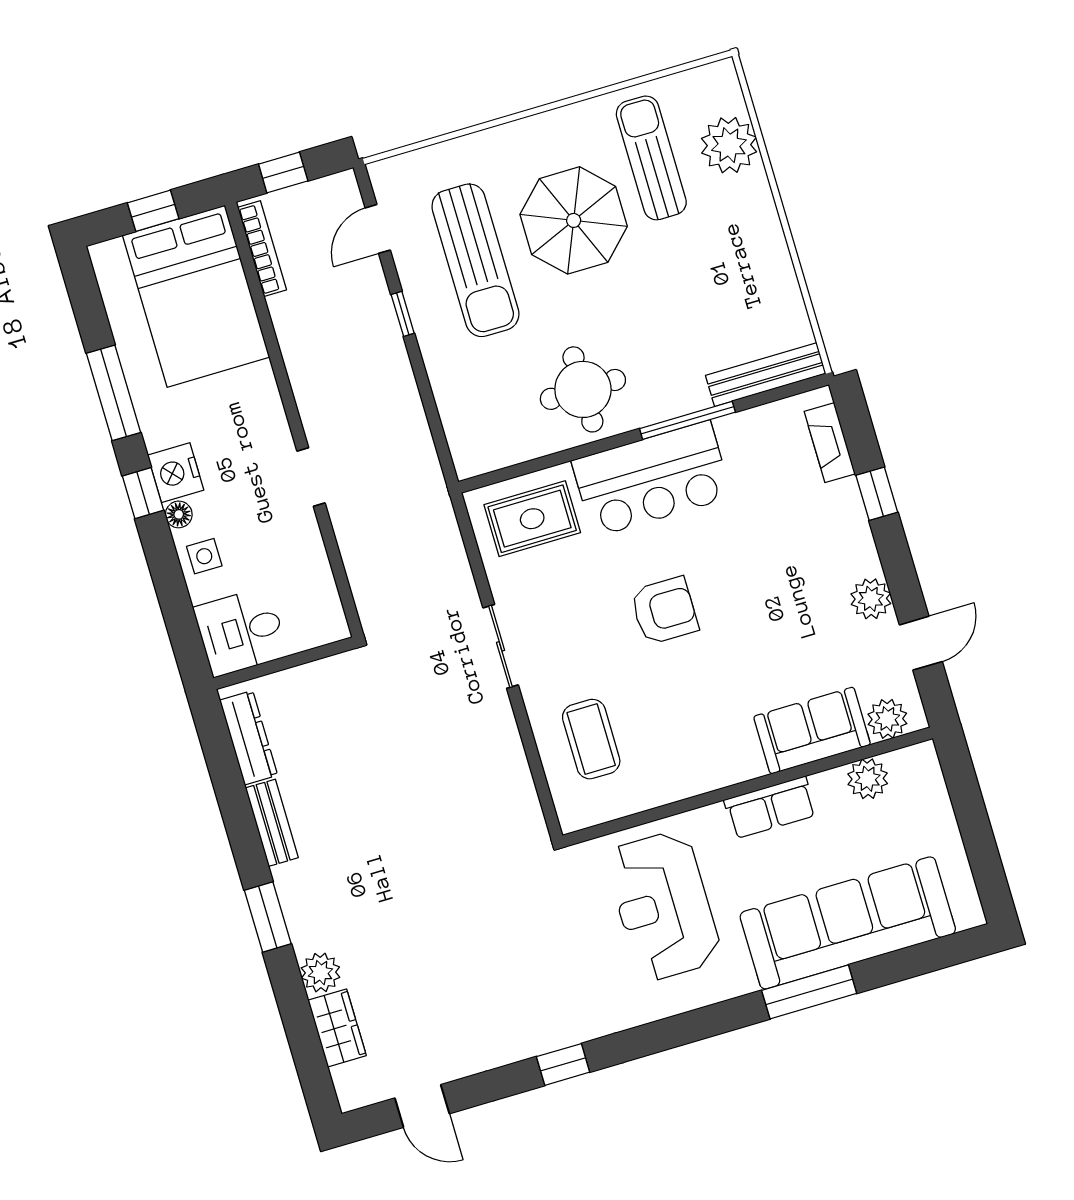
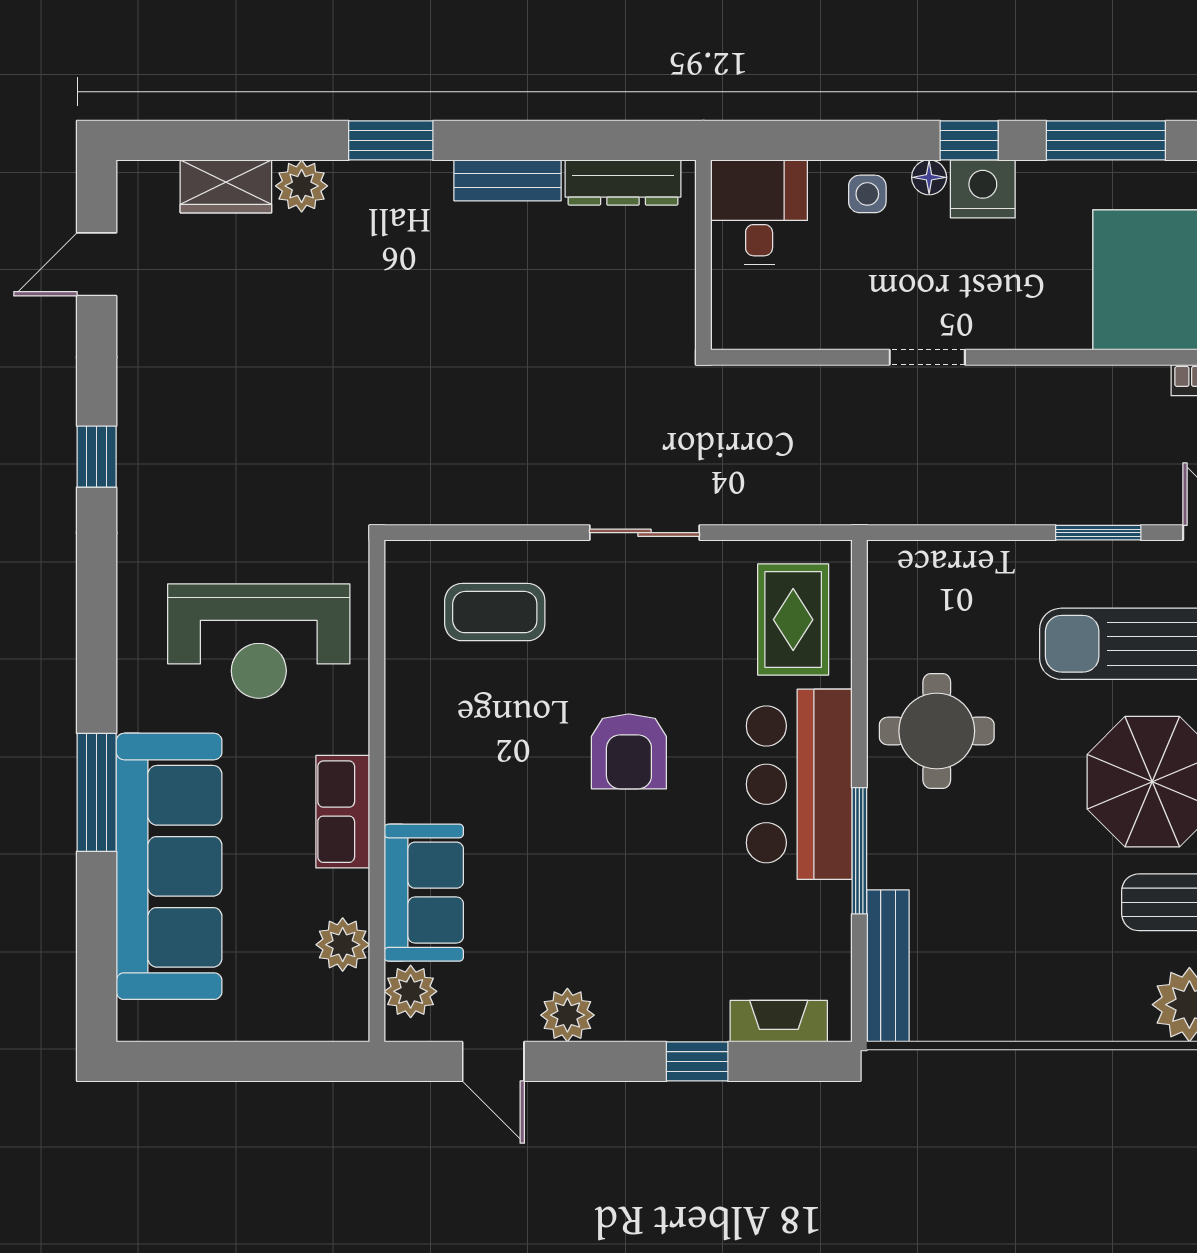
window: (403, 314) -> (1098, 533), width x1.50
reception desk: (663, 906) -> (259, 641), turned 180

